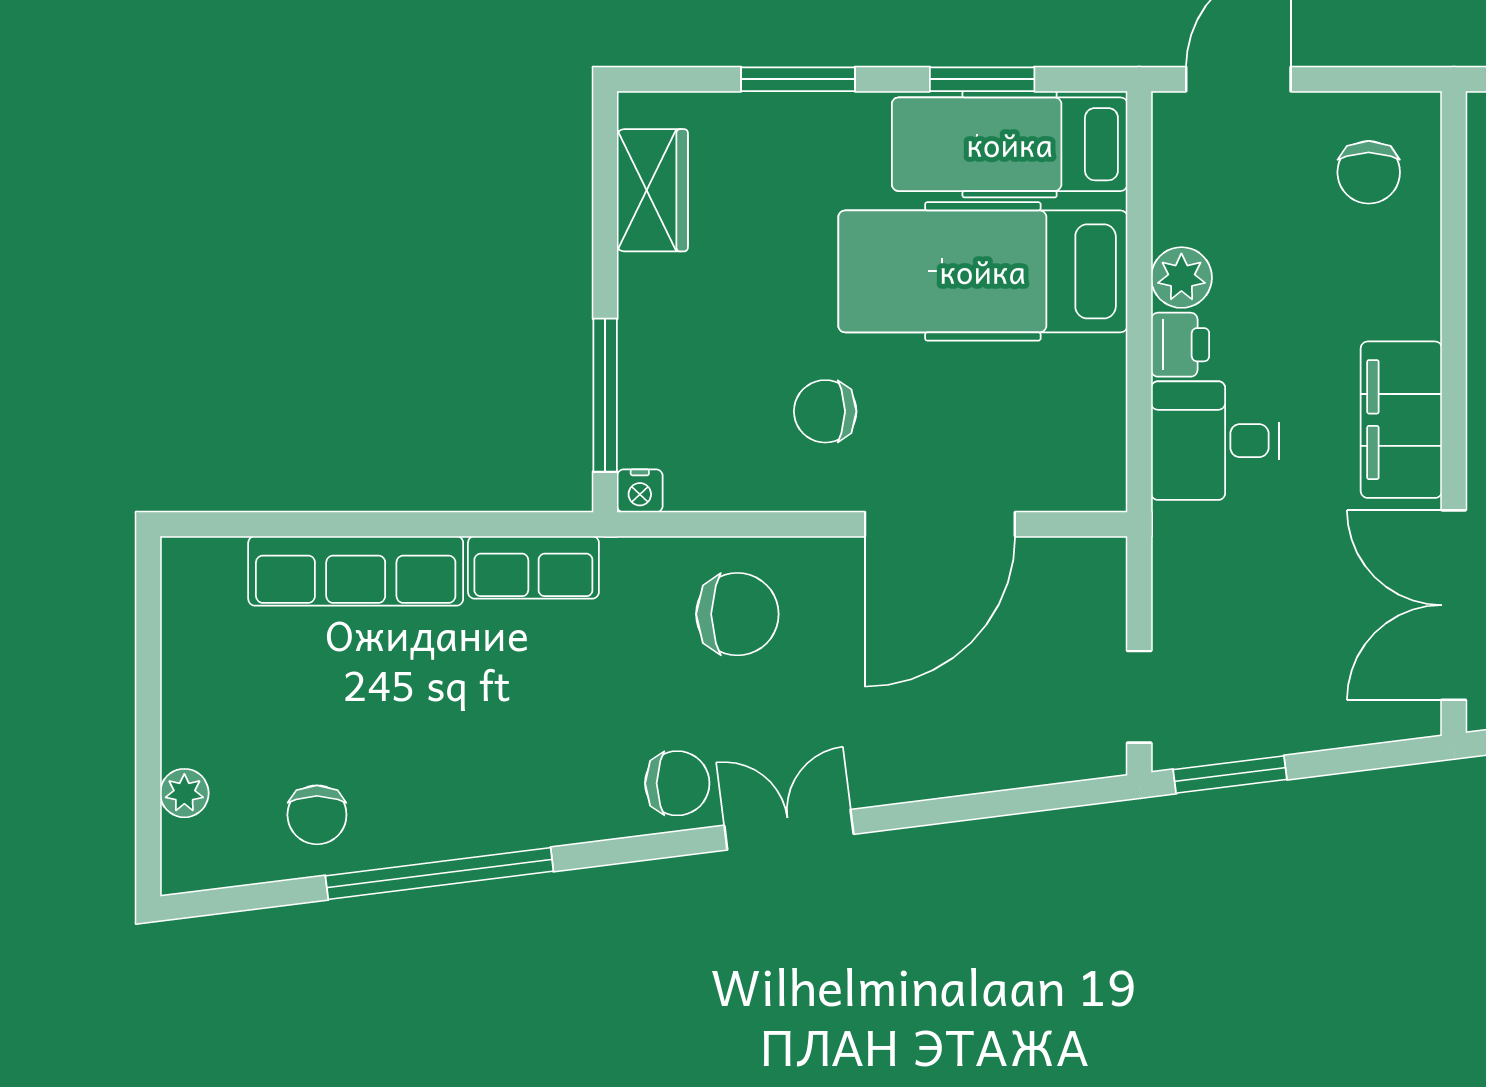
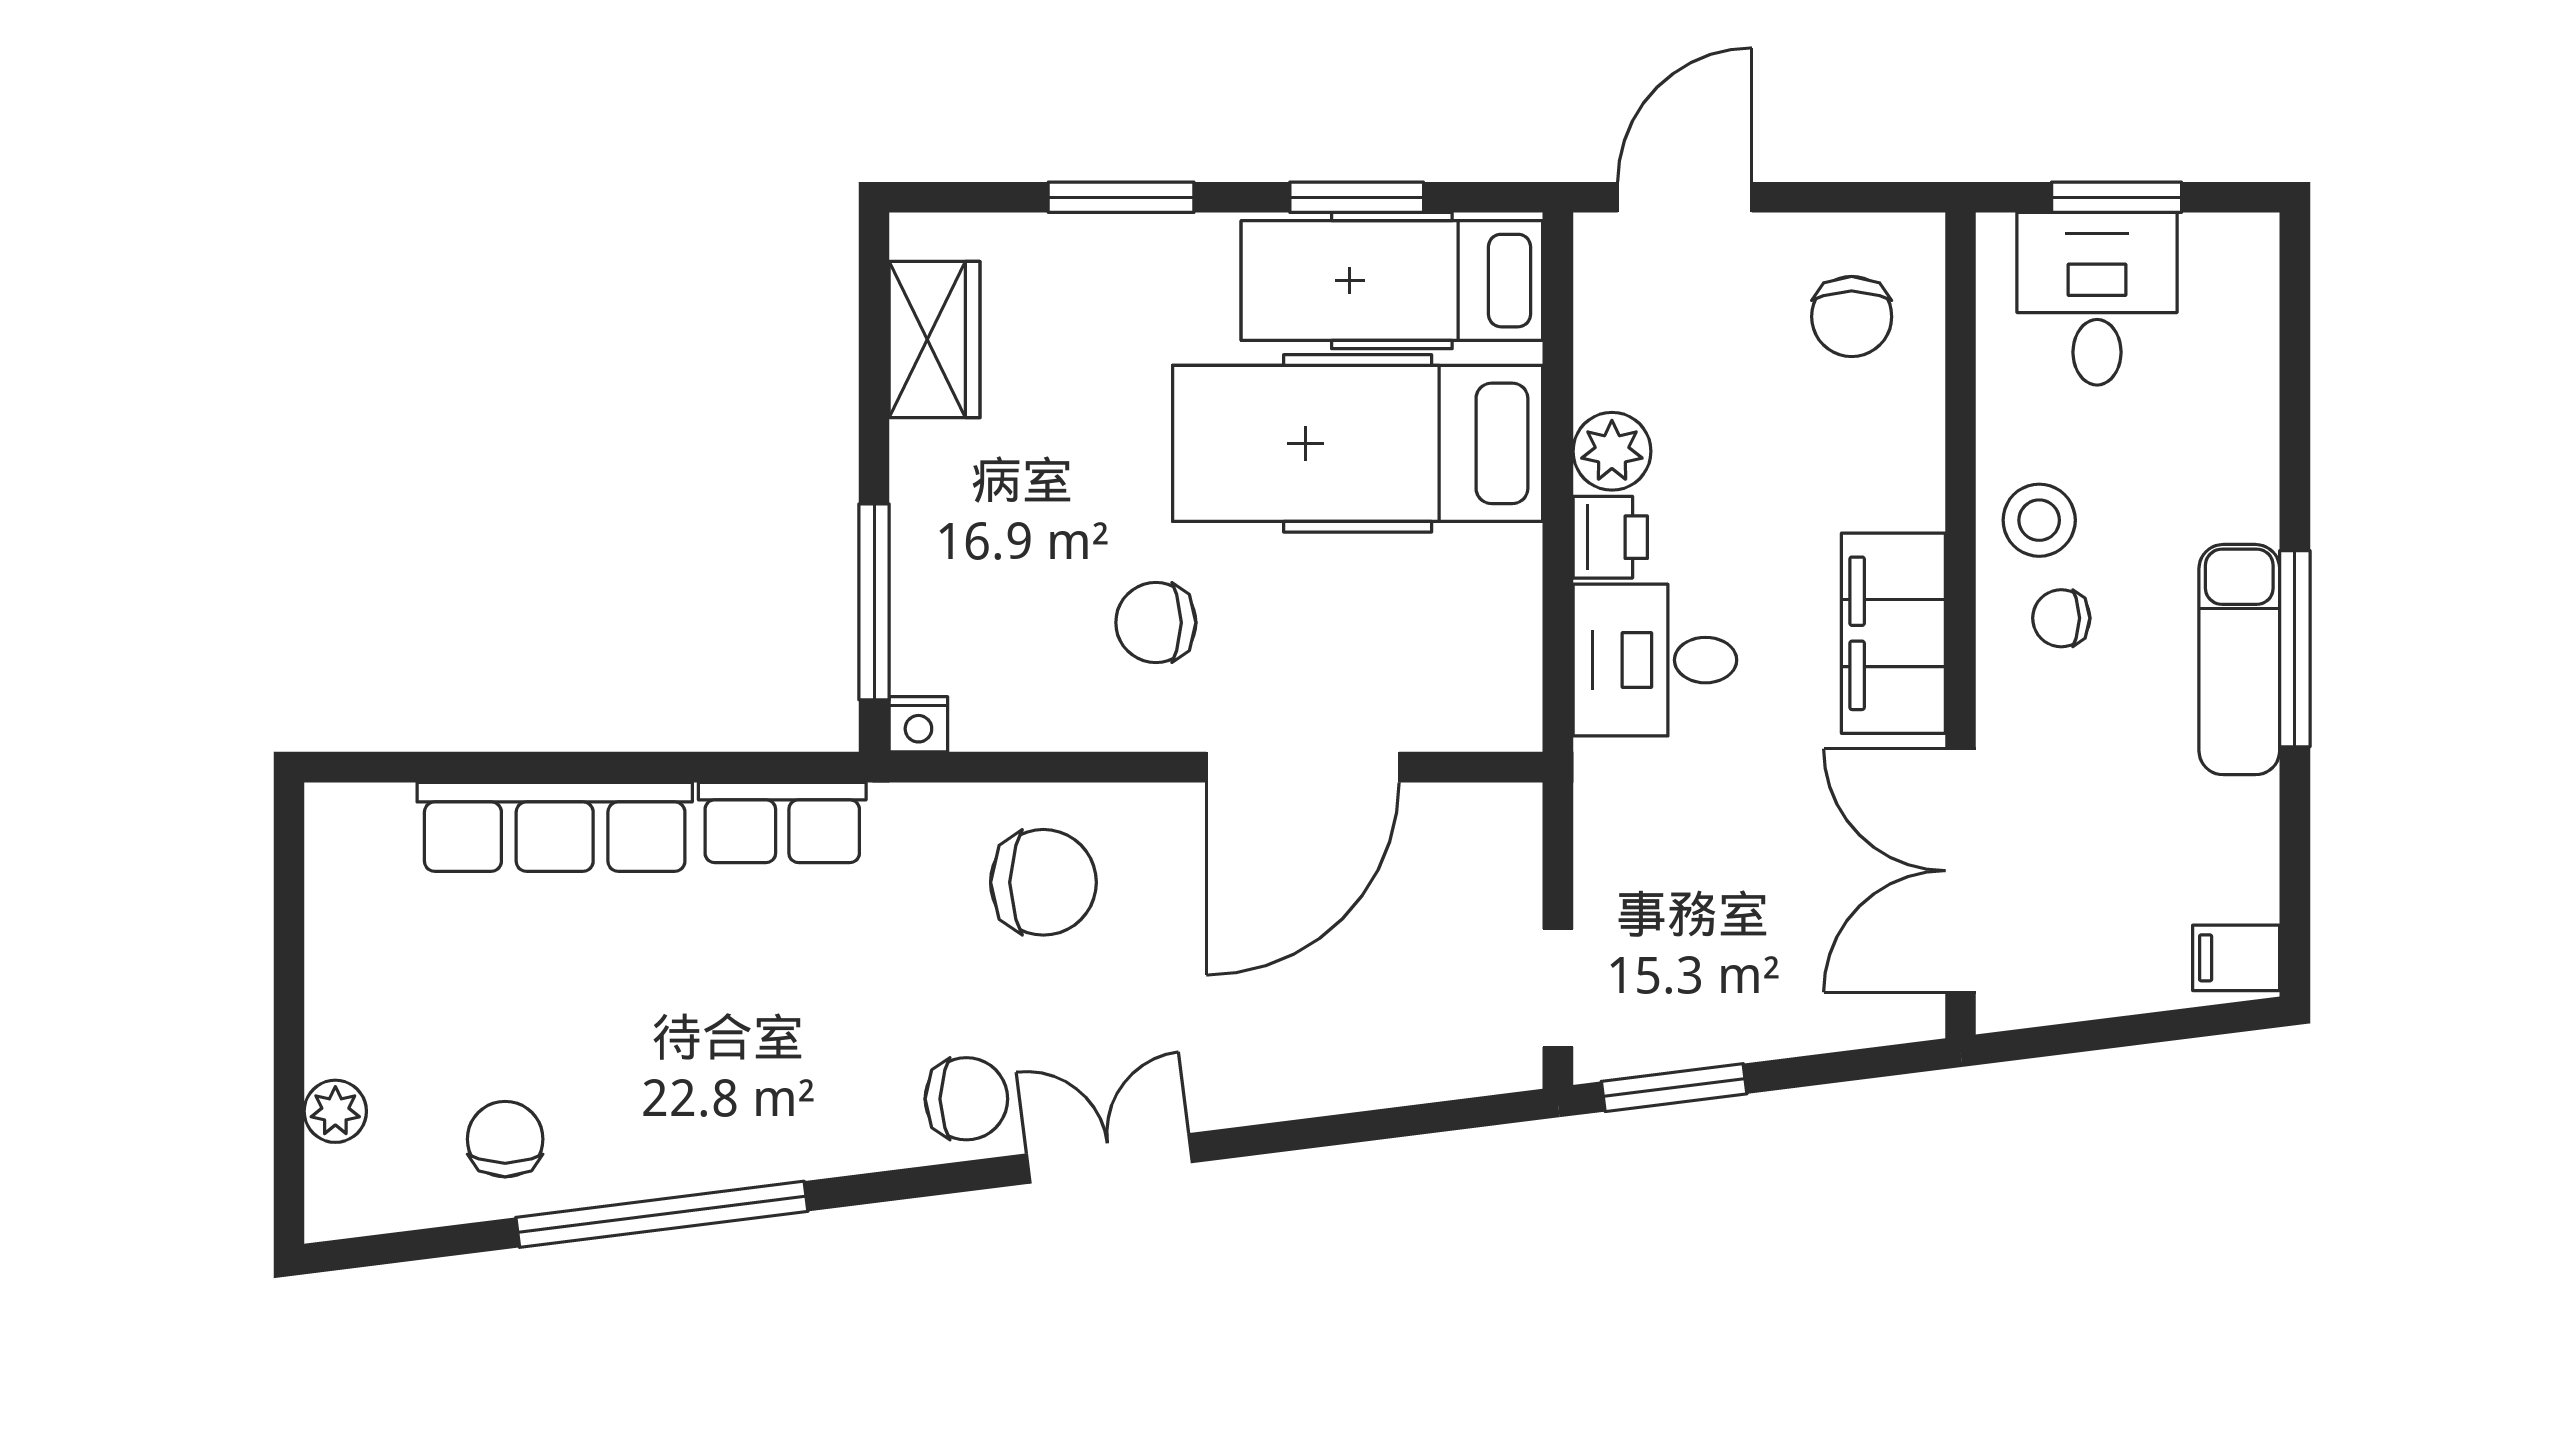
chair: (317, 815) -> (505, 1139), turned 180

